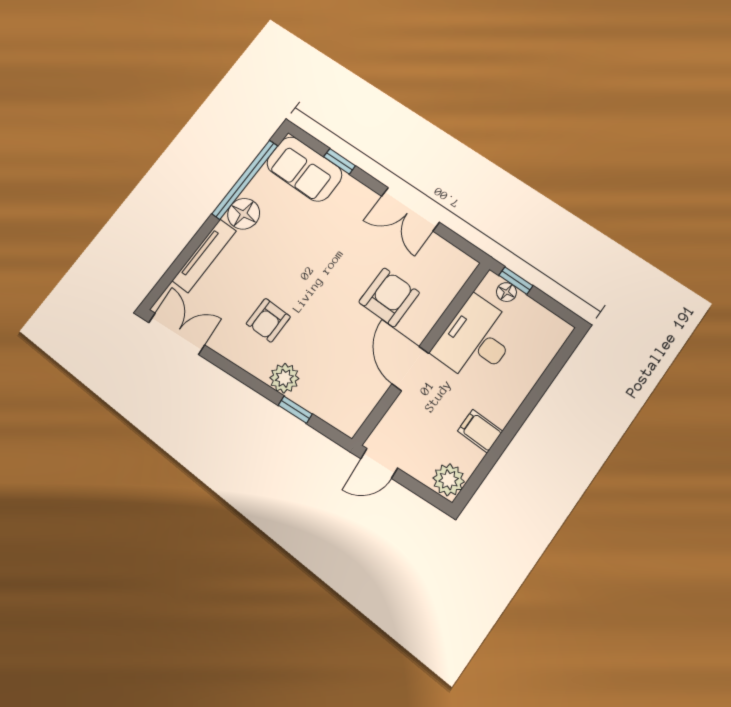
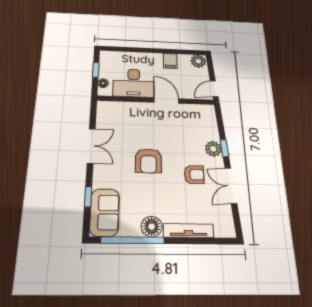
window: (516, 281) -> (96, 70), moved
armchair: (389, 297) -> (148, 161), moved, turned -90
double door: (177, 334) -> (231, 186), moved
door: (410, 369) -> (166, 101), swing flipped
window: (295, 410) -> (224, 148), moved
door: (379, 463) -> (214, 89), swing flipped

